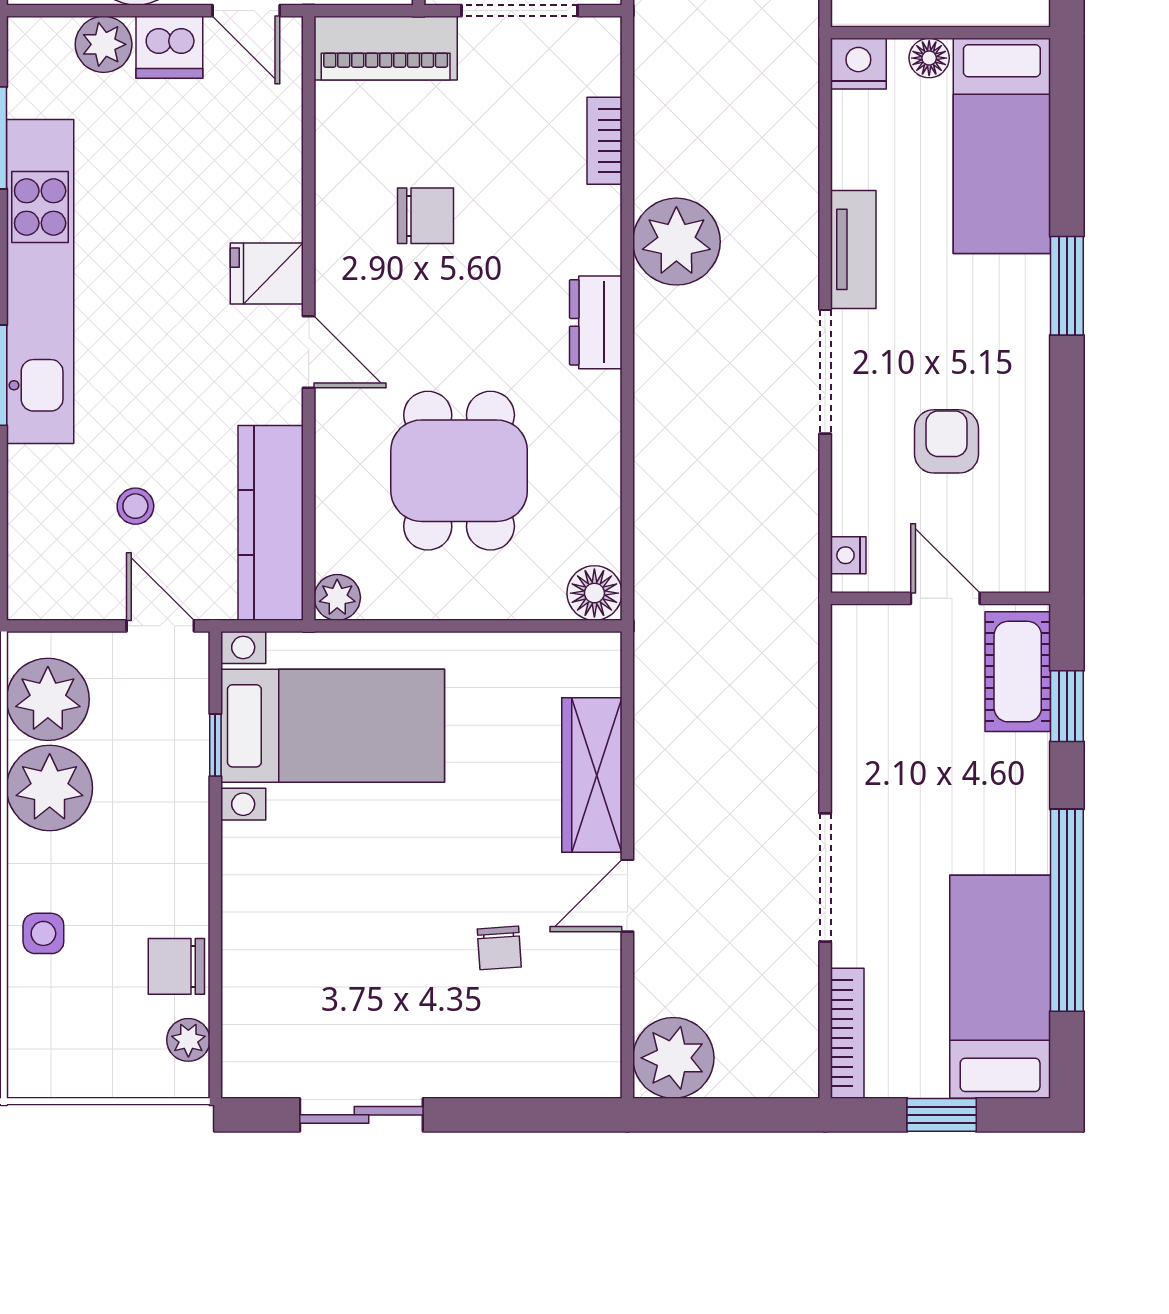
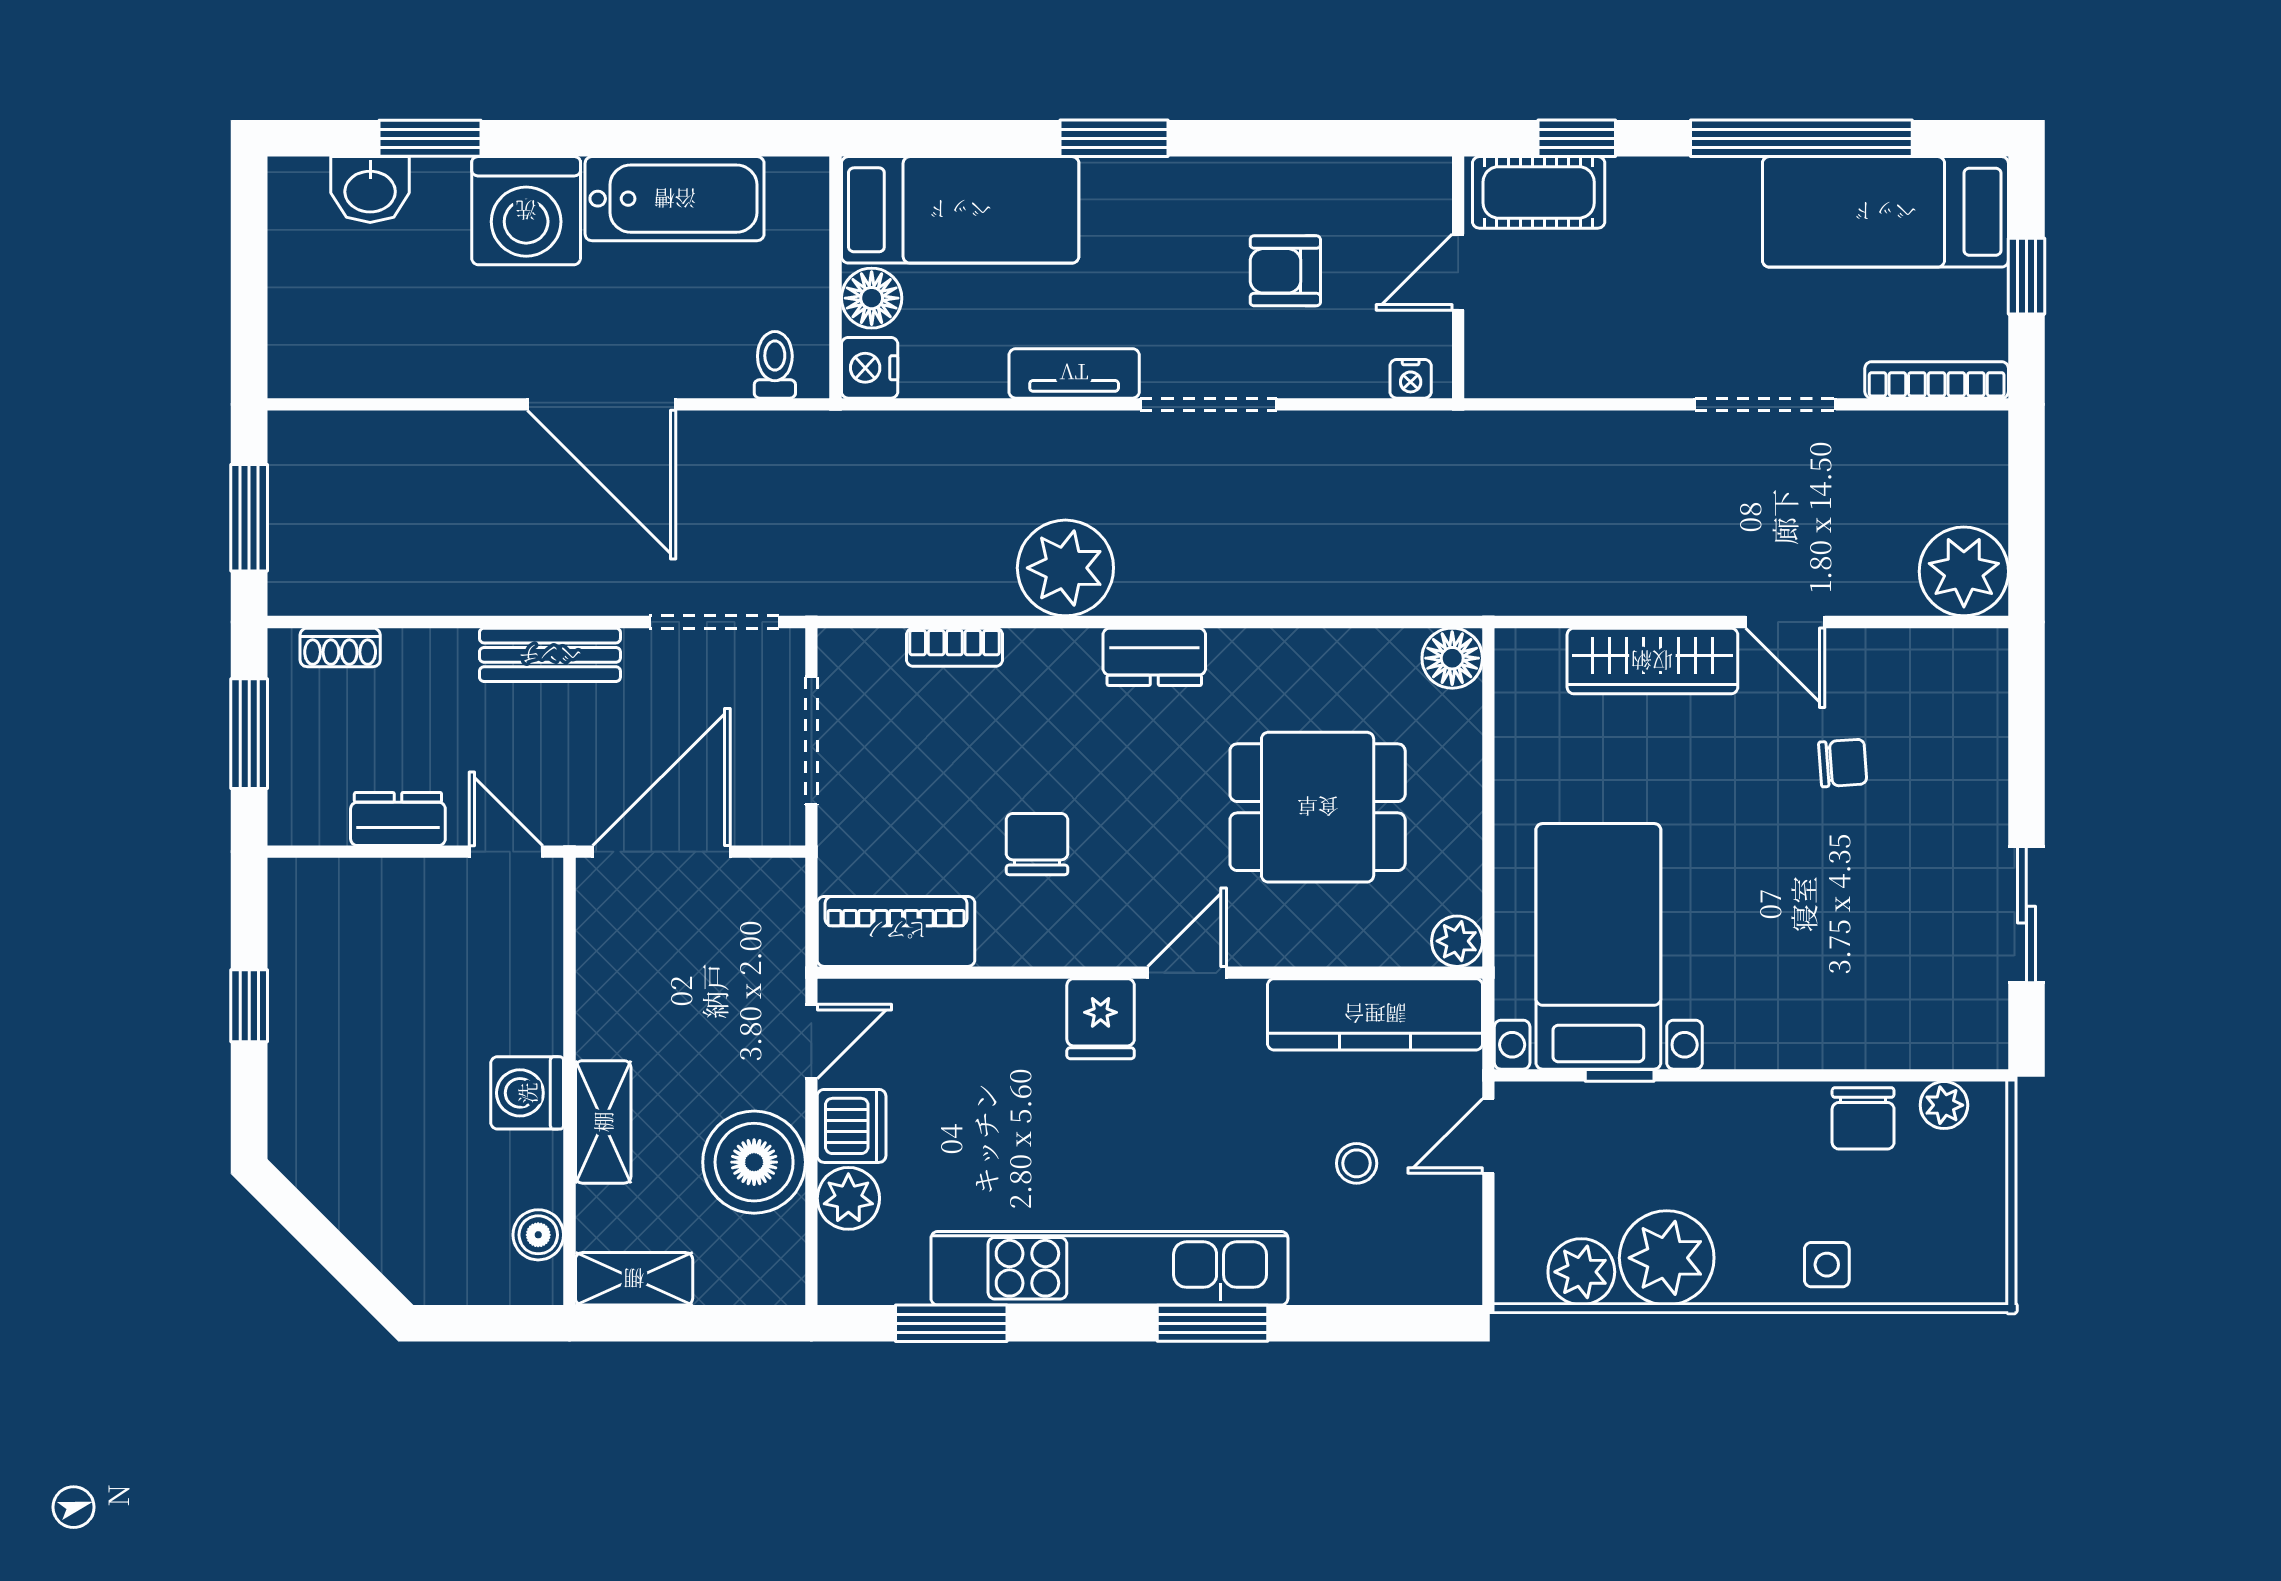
piano: (386, 48) -> (896, 931), moved, turned -90
floor lamp: (929, 58) -> (872, 298), width x1.37, depth x1.37
plant: (48, 699) -> (1581, 1272), width x0.73, depth x0.73

